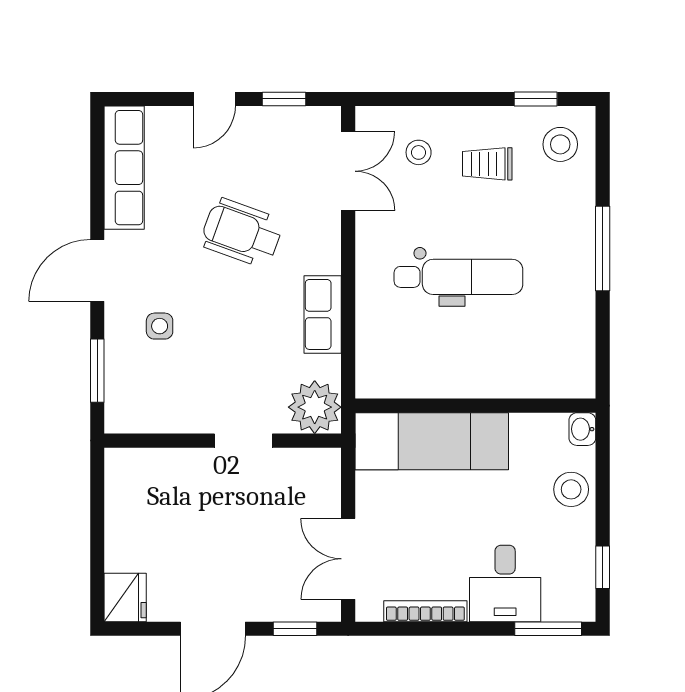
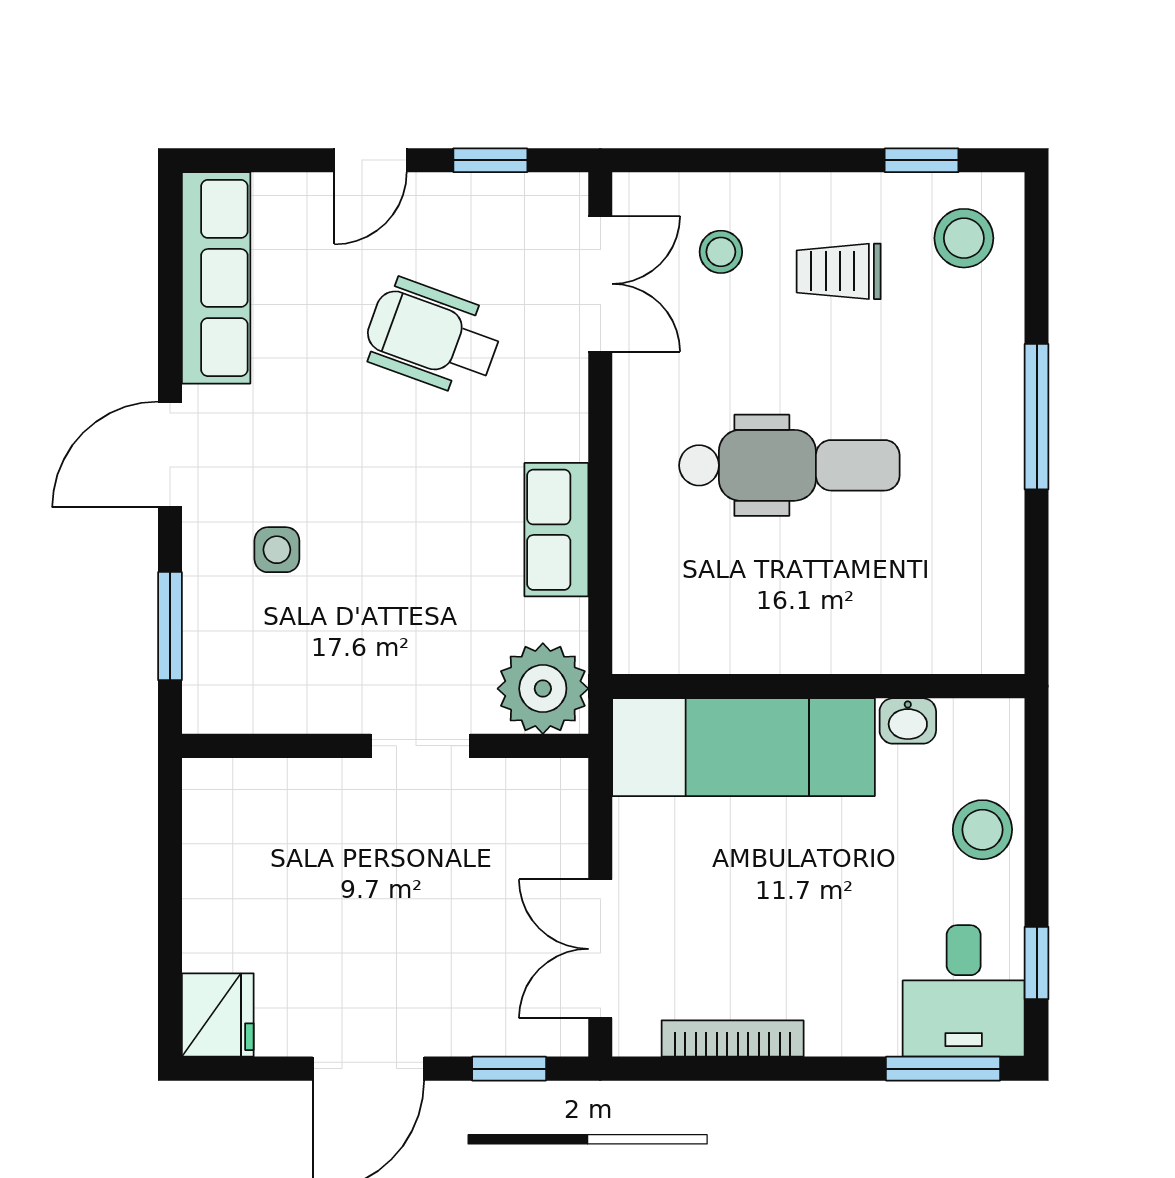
wheelchair: (242, 233) -> (433, 337), moved
washbasin: (582, 429) -> (908, 721), moved, turned -90
desk: (505, 583) -> (964, 991), moved

